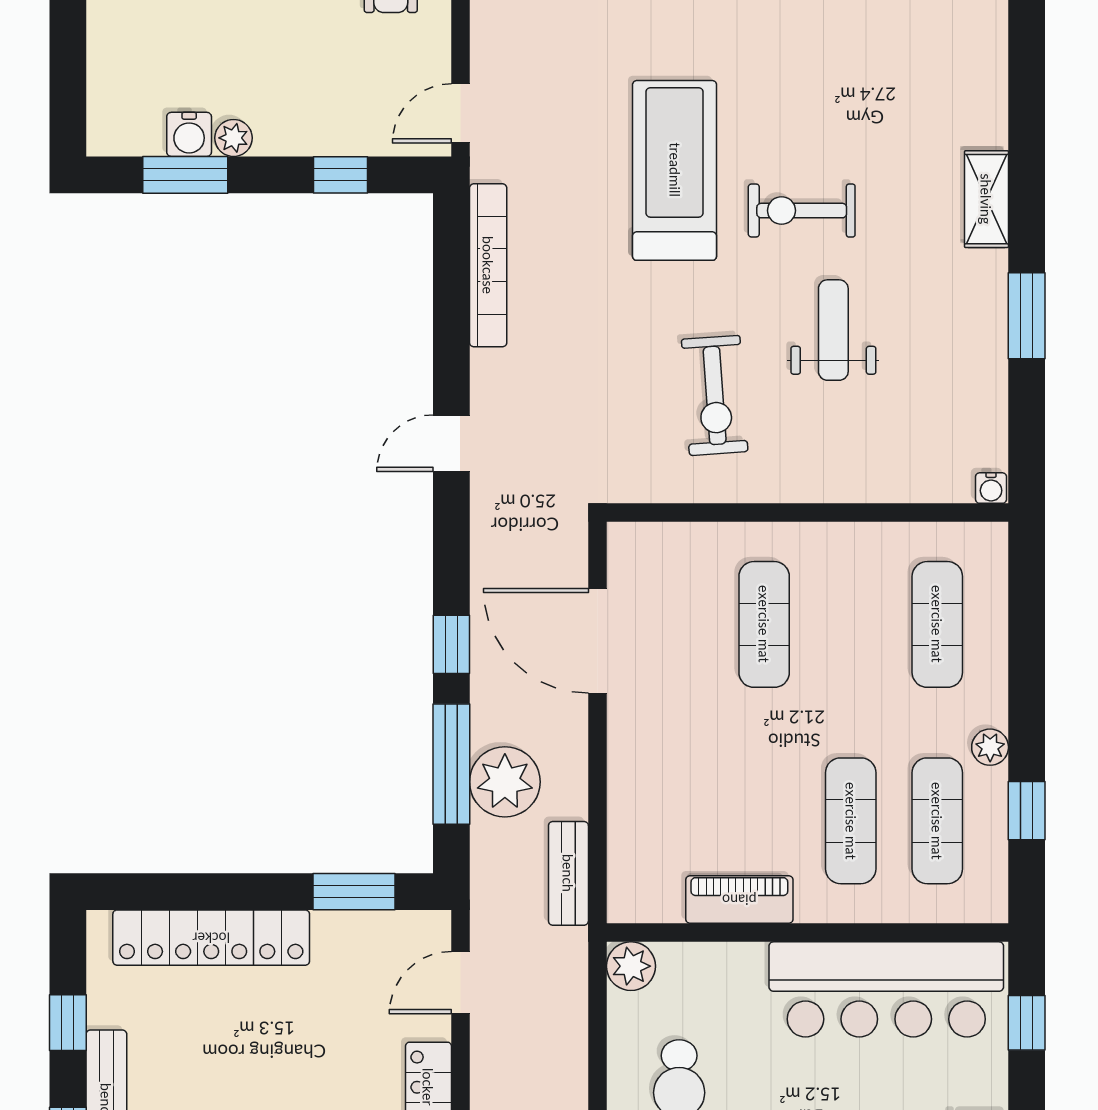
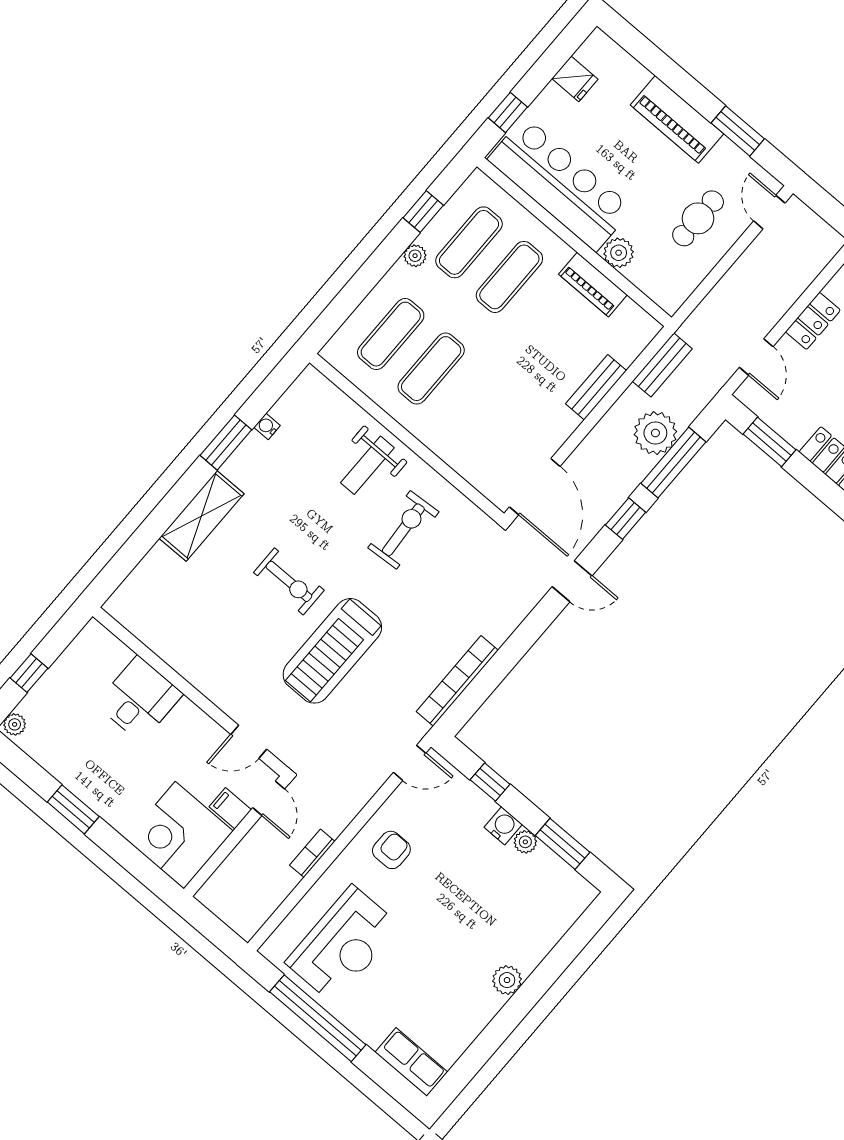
water cooler: (189, 134) -> (503, 826), moved
shelving: (986, 199) -> (202, 516), width x1.50, depth x1.33
weight bench: (833, 330) -> (367, 465), moved
door: (451, 443) -> (572, 581), moved
water cooler: (991, 488) -> (267, 426), moved, turned -90
exercise mat: (764, 624) -> (431, 369), moved
door: (597, 641) -> (535, 487), moved
bench: (627, 776) -> (596, 387), added
plant: (631, 966) -> (619, 253), moved
door: (460, 983) -> (756, 357), hinge flipped

